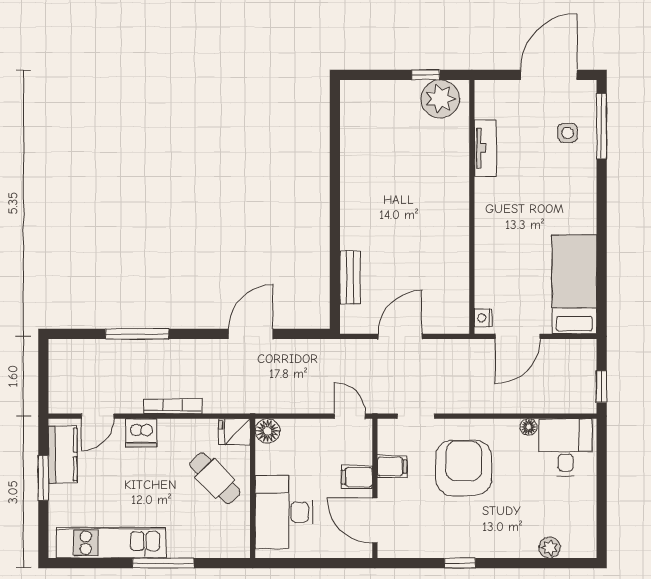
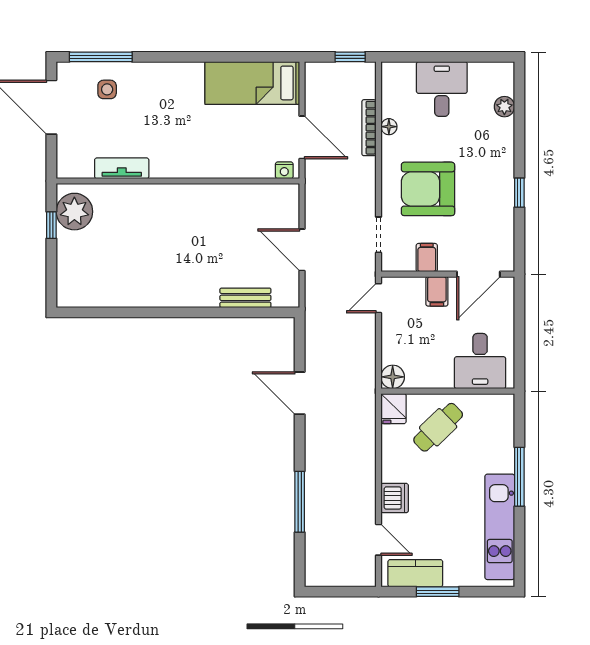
bookcase: (173, 406) -> (369, 128), moved
desk: (566, 447) -> (442, 89), moved, turned 90
desk: (284, 512) -> (480, 361), width x0.73

